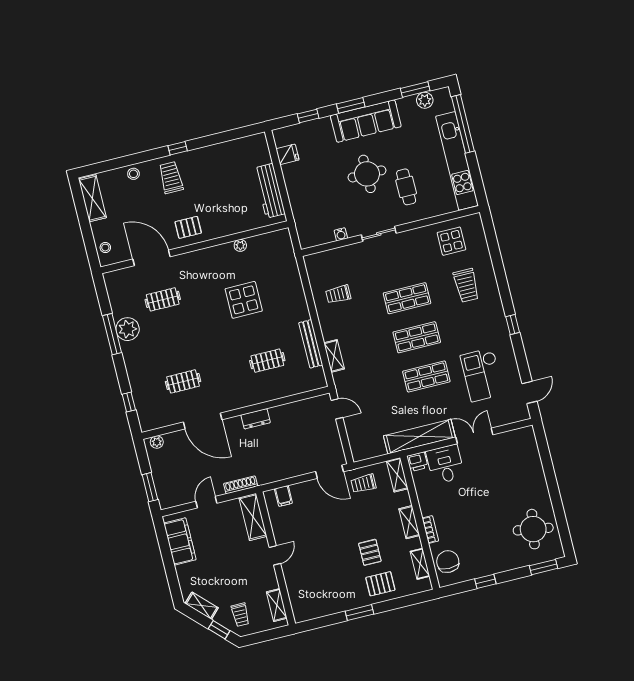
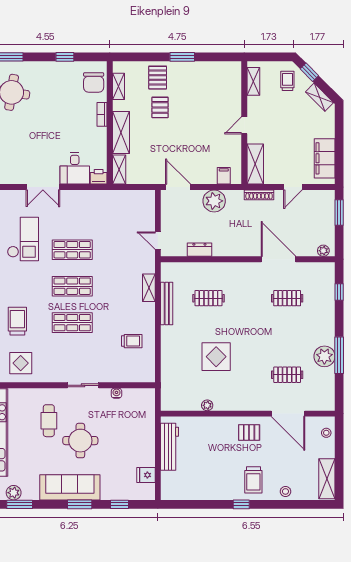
dresser: (256, 419) -> (199, 250), moved
shelving: (419, 437) -> (91, 198), removed
plant: (287, 466) -> (214, 201), added
trolley: (363, 483) -> (151, 169), removed
shelving: (409, 522) -> (121, 132), width x1.50, depth x1.33
pallet: (380, 584) -> (158, 78), turned 90

